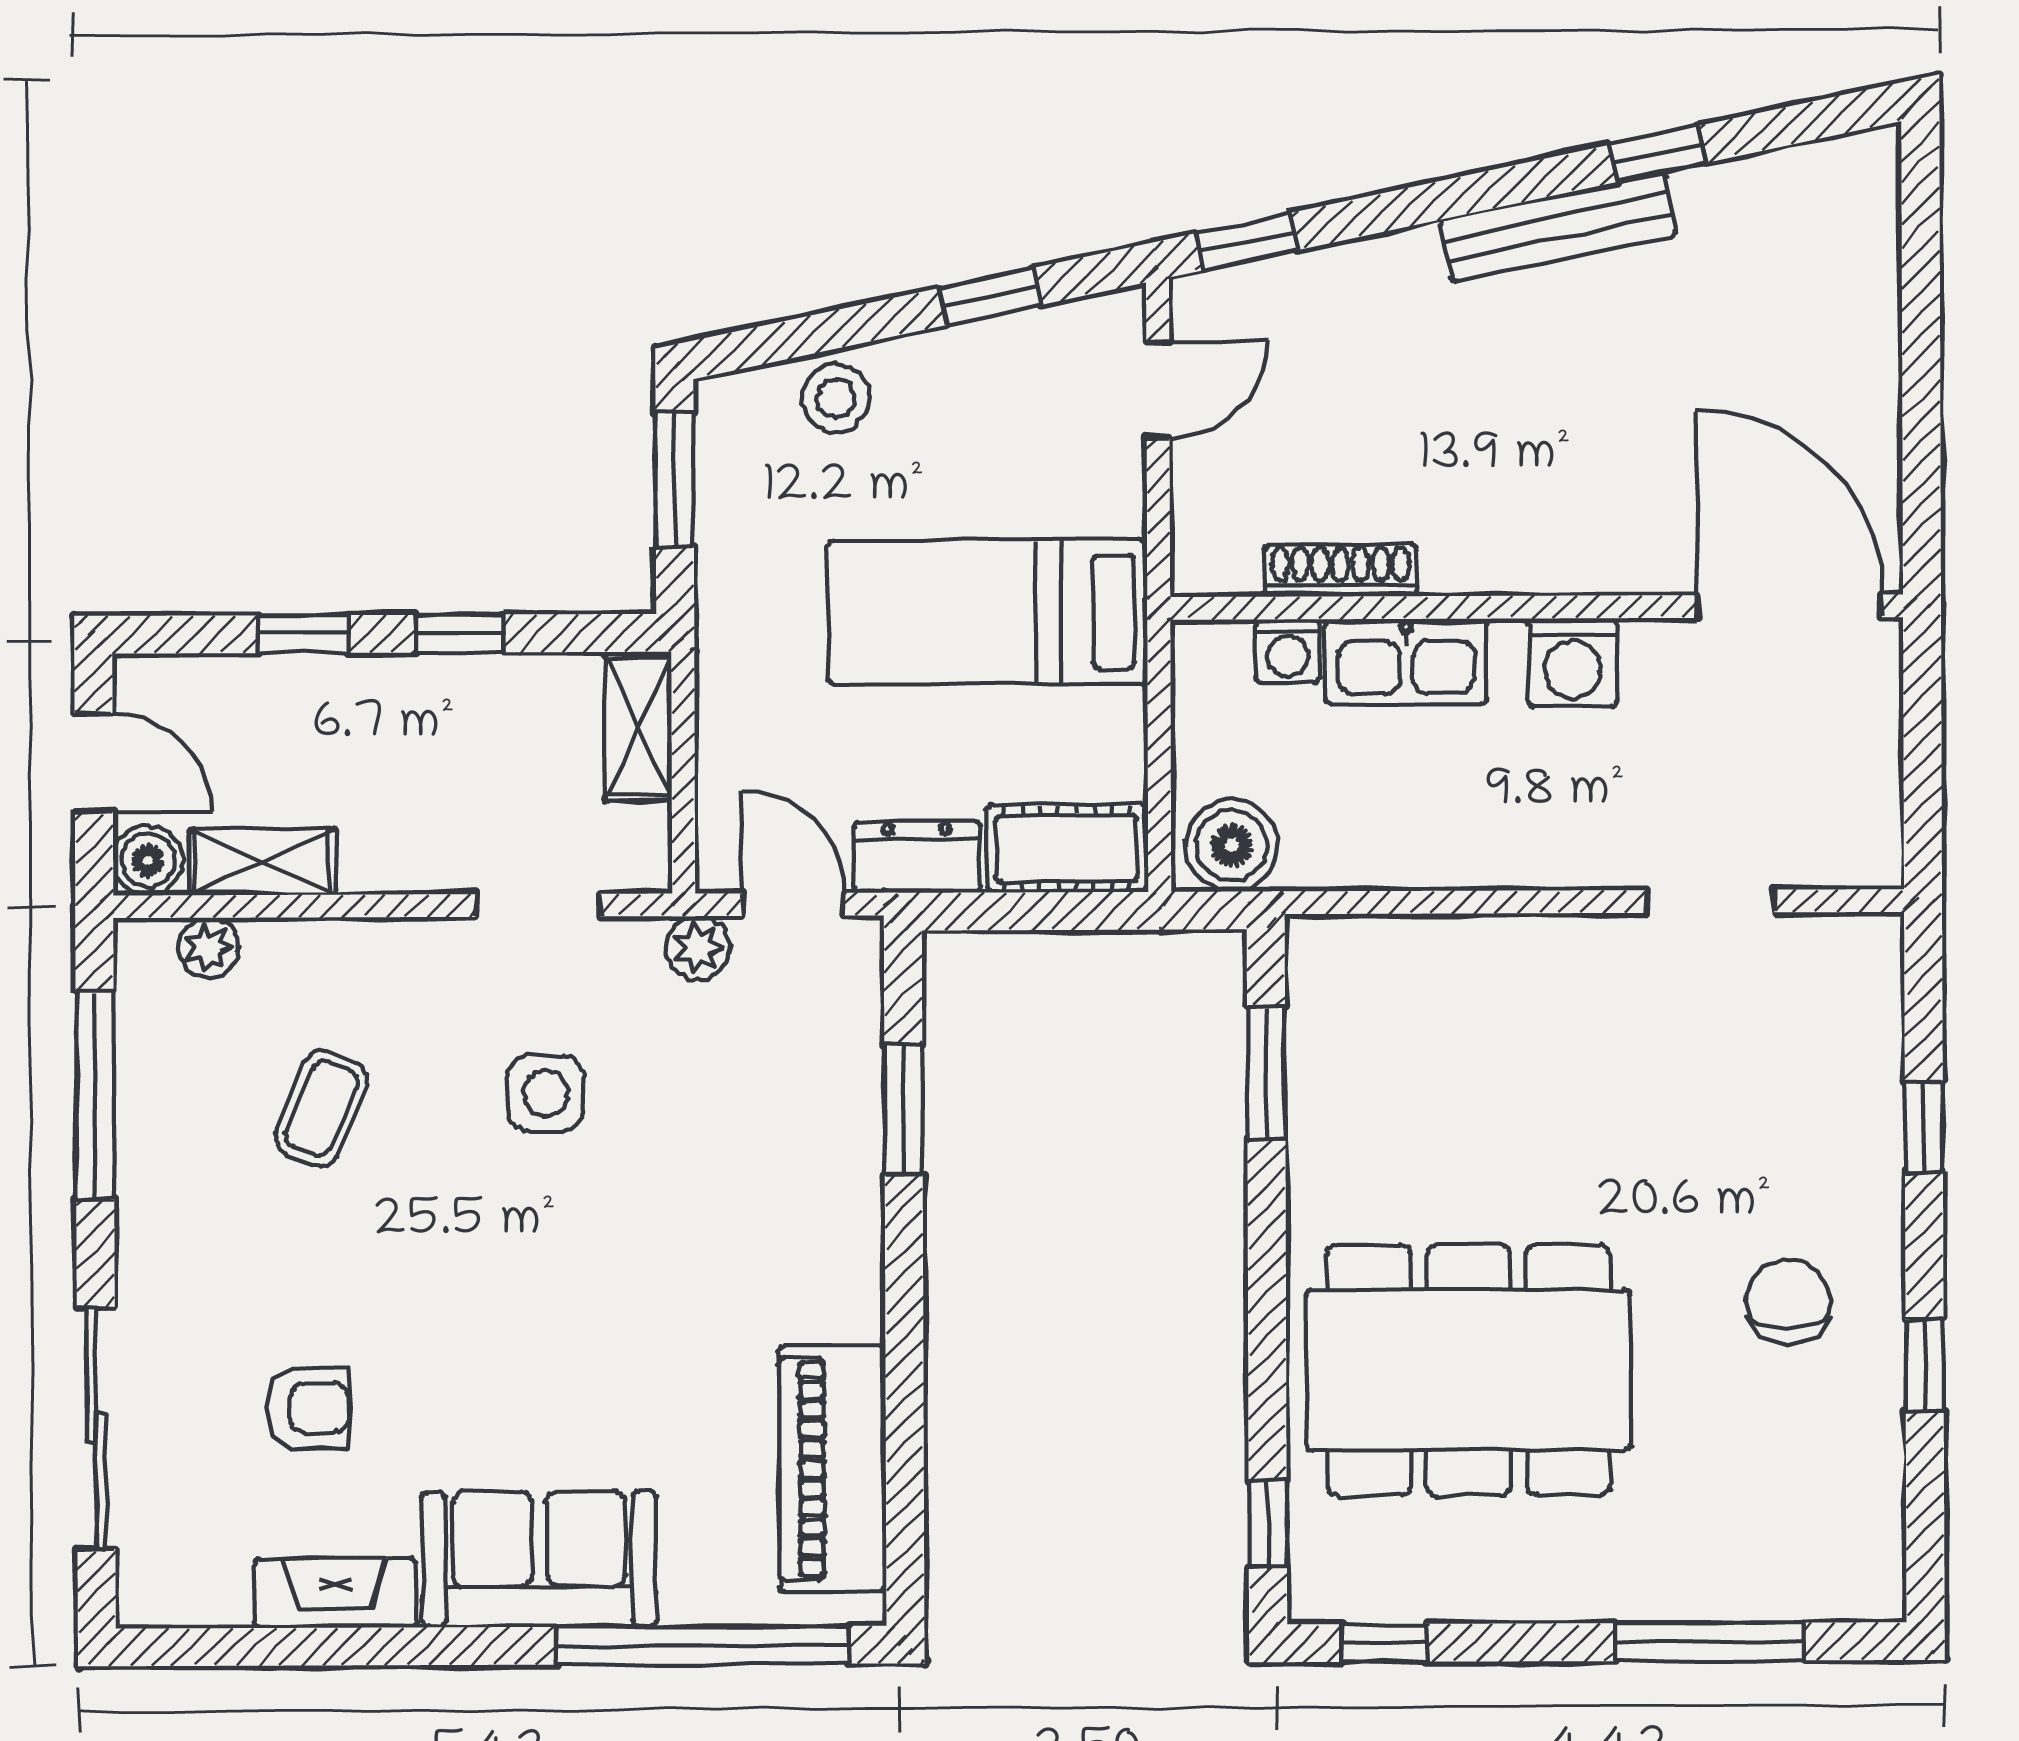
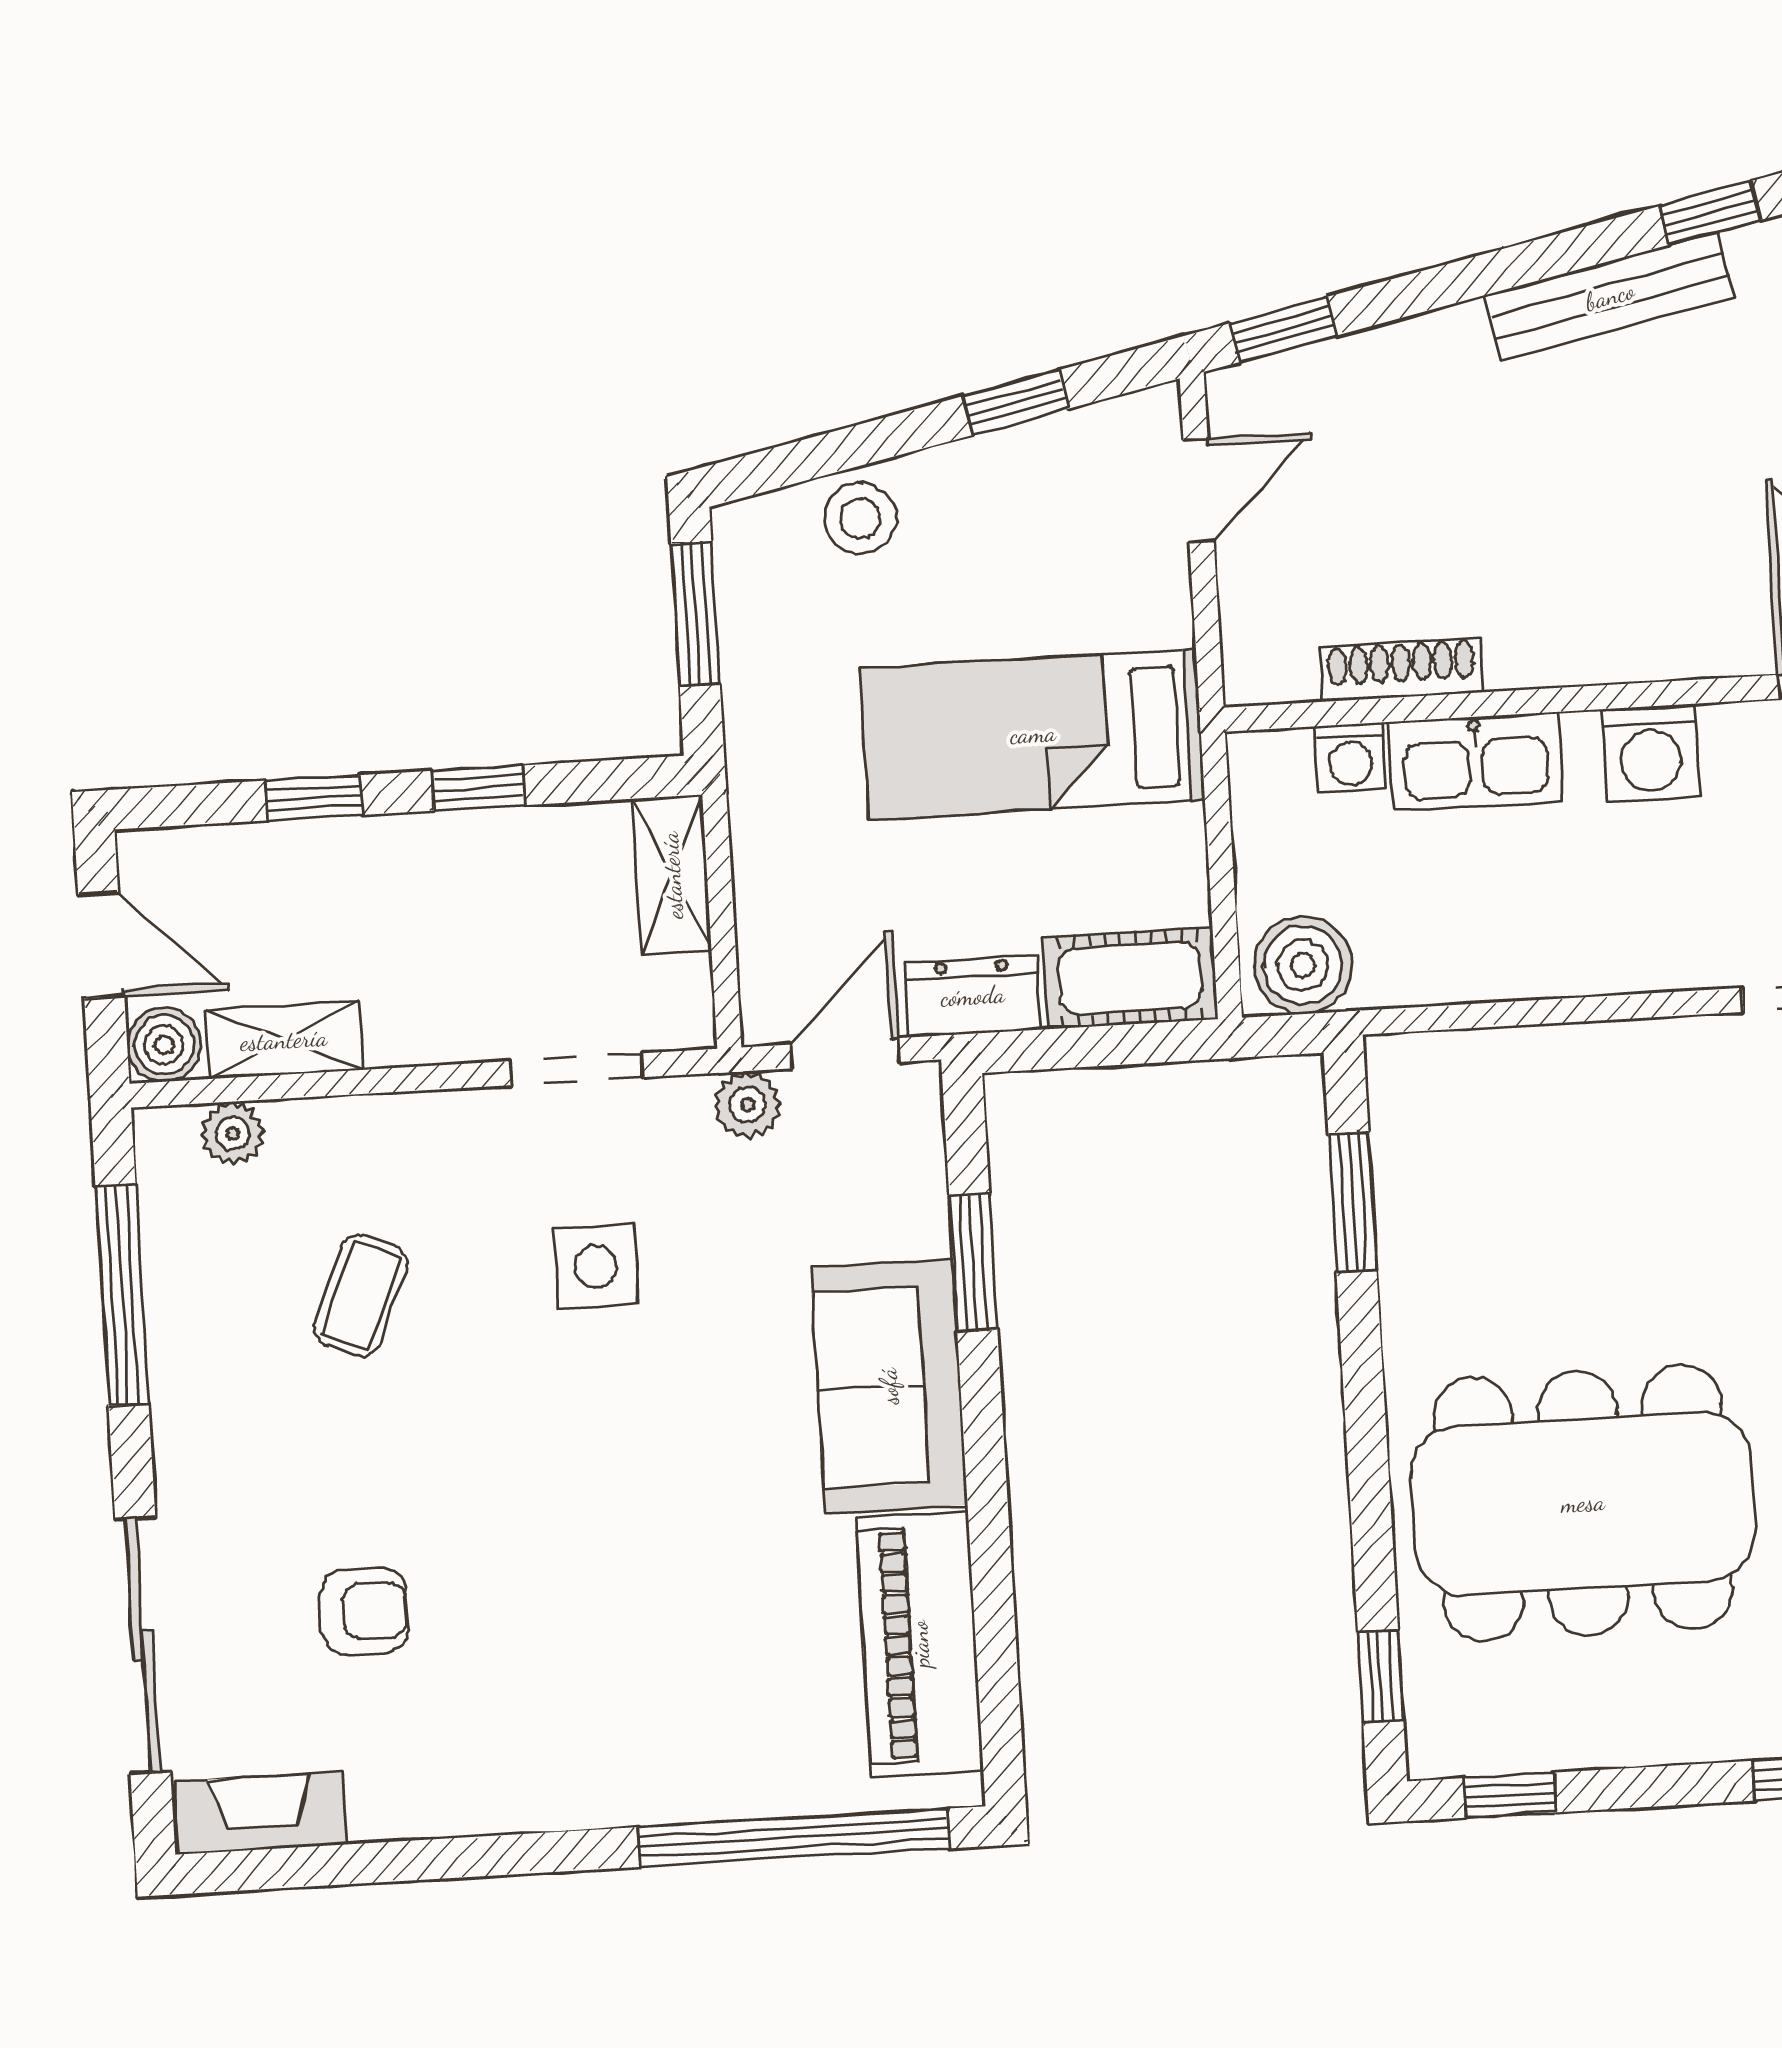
door: (793, 904) -> (845, 1053), hinge flipped
sofa: (539, 1559) -> (889, 1386), moved, turned -90
fireplace: (335, 1593) -> (261, 1813), moved

